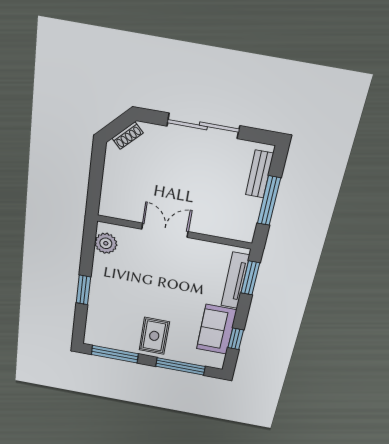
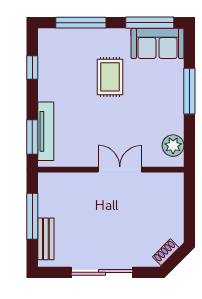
double door: (165, 230) -> (120, 170), swing flipped
window: (83, 290) -> (189, 91), width x1.44
sofa: (216, 329) -> (158, 43), moved, turned 90
rug: (154, 336) -> (110, 77), moved

